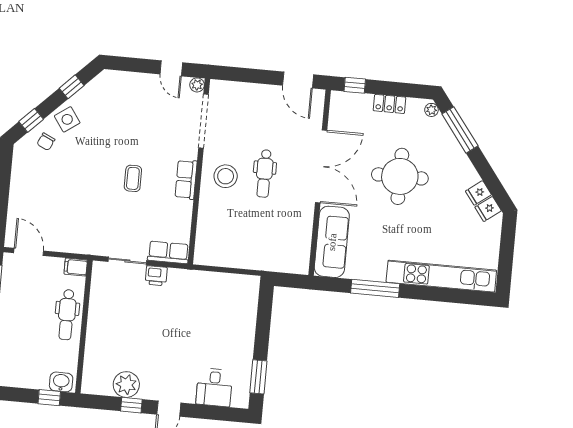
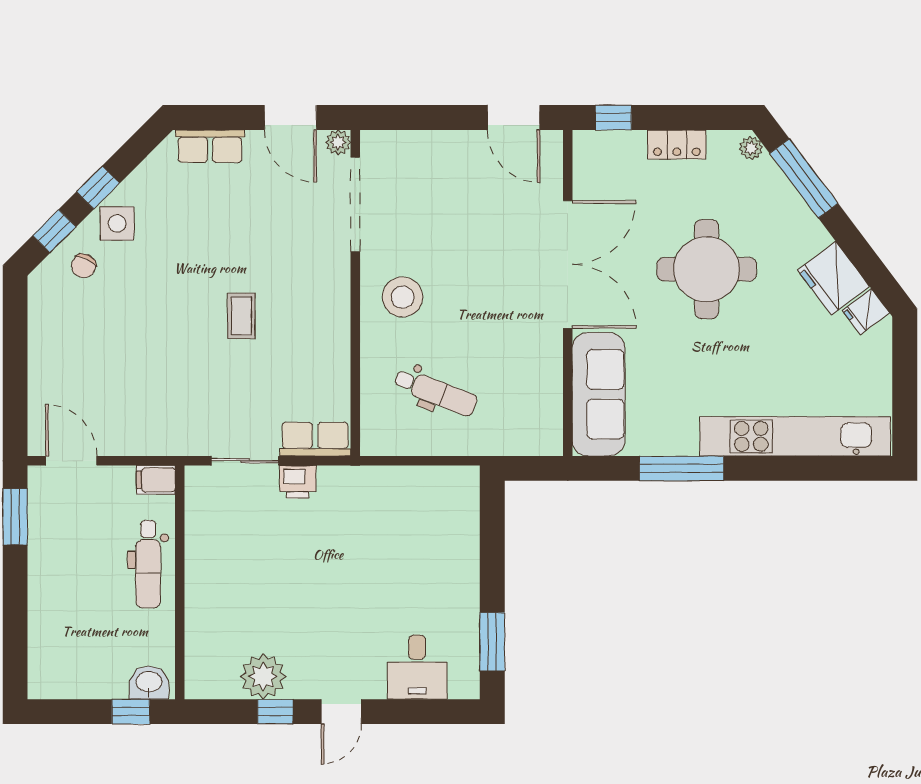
door: (171, 68) -> (290, 118), width x1.38
window: (72, 87) -> (98, 188), moved
side table: (67, 119) -> (117, 223), turned 35
dental chair: (264, 174) -> (436, 392), moved, turned -69
row of seats: (186, 179) -> (210, 146), moved, turned -90
fridge: (478, 193) -> (834, 278), width x1.88, depth x1.34

